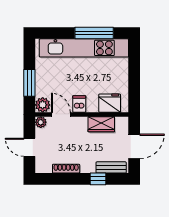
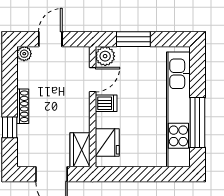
plant: (41, 122) -> (24, 54), moved
wardrobe: (101, 124) -> (80, 150), moved
bench: (111, 167) -> (24, 144), removed
shoe rack: (66, 169) -> (23, 106), moved

